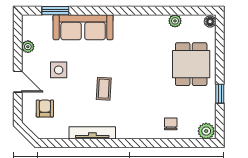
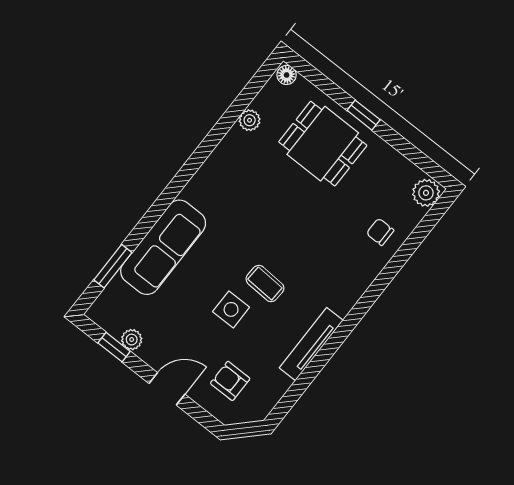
window: (18, 41) -> (114, 347), added
side table: (59, 70) -> (231, 309), moved
window: (220, 94) -> (364, 115), moved

